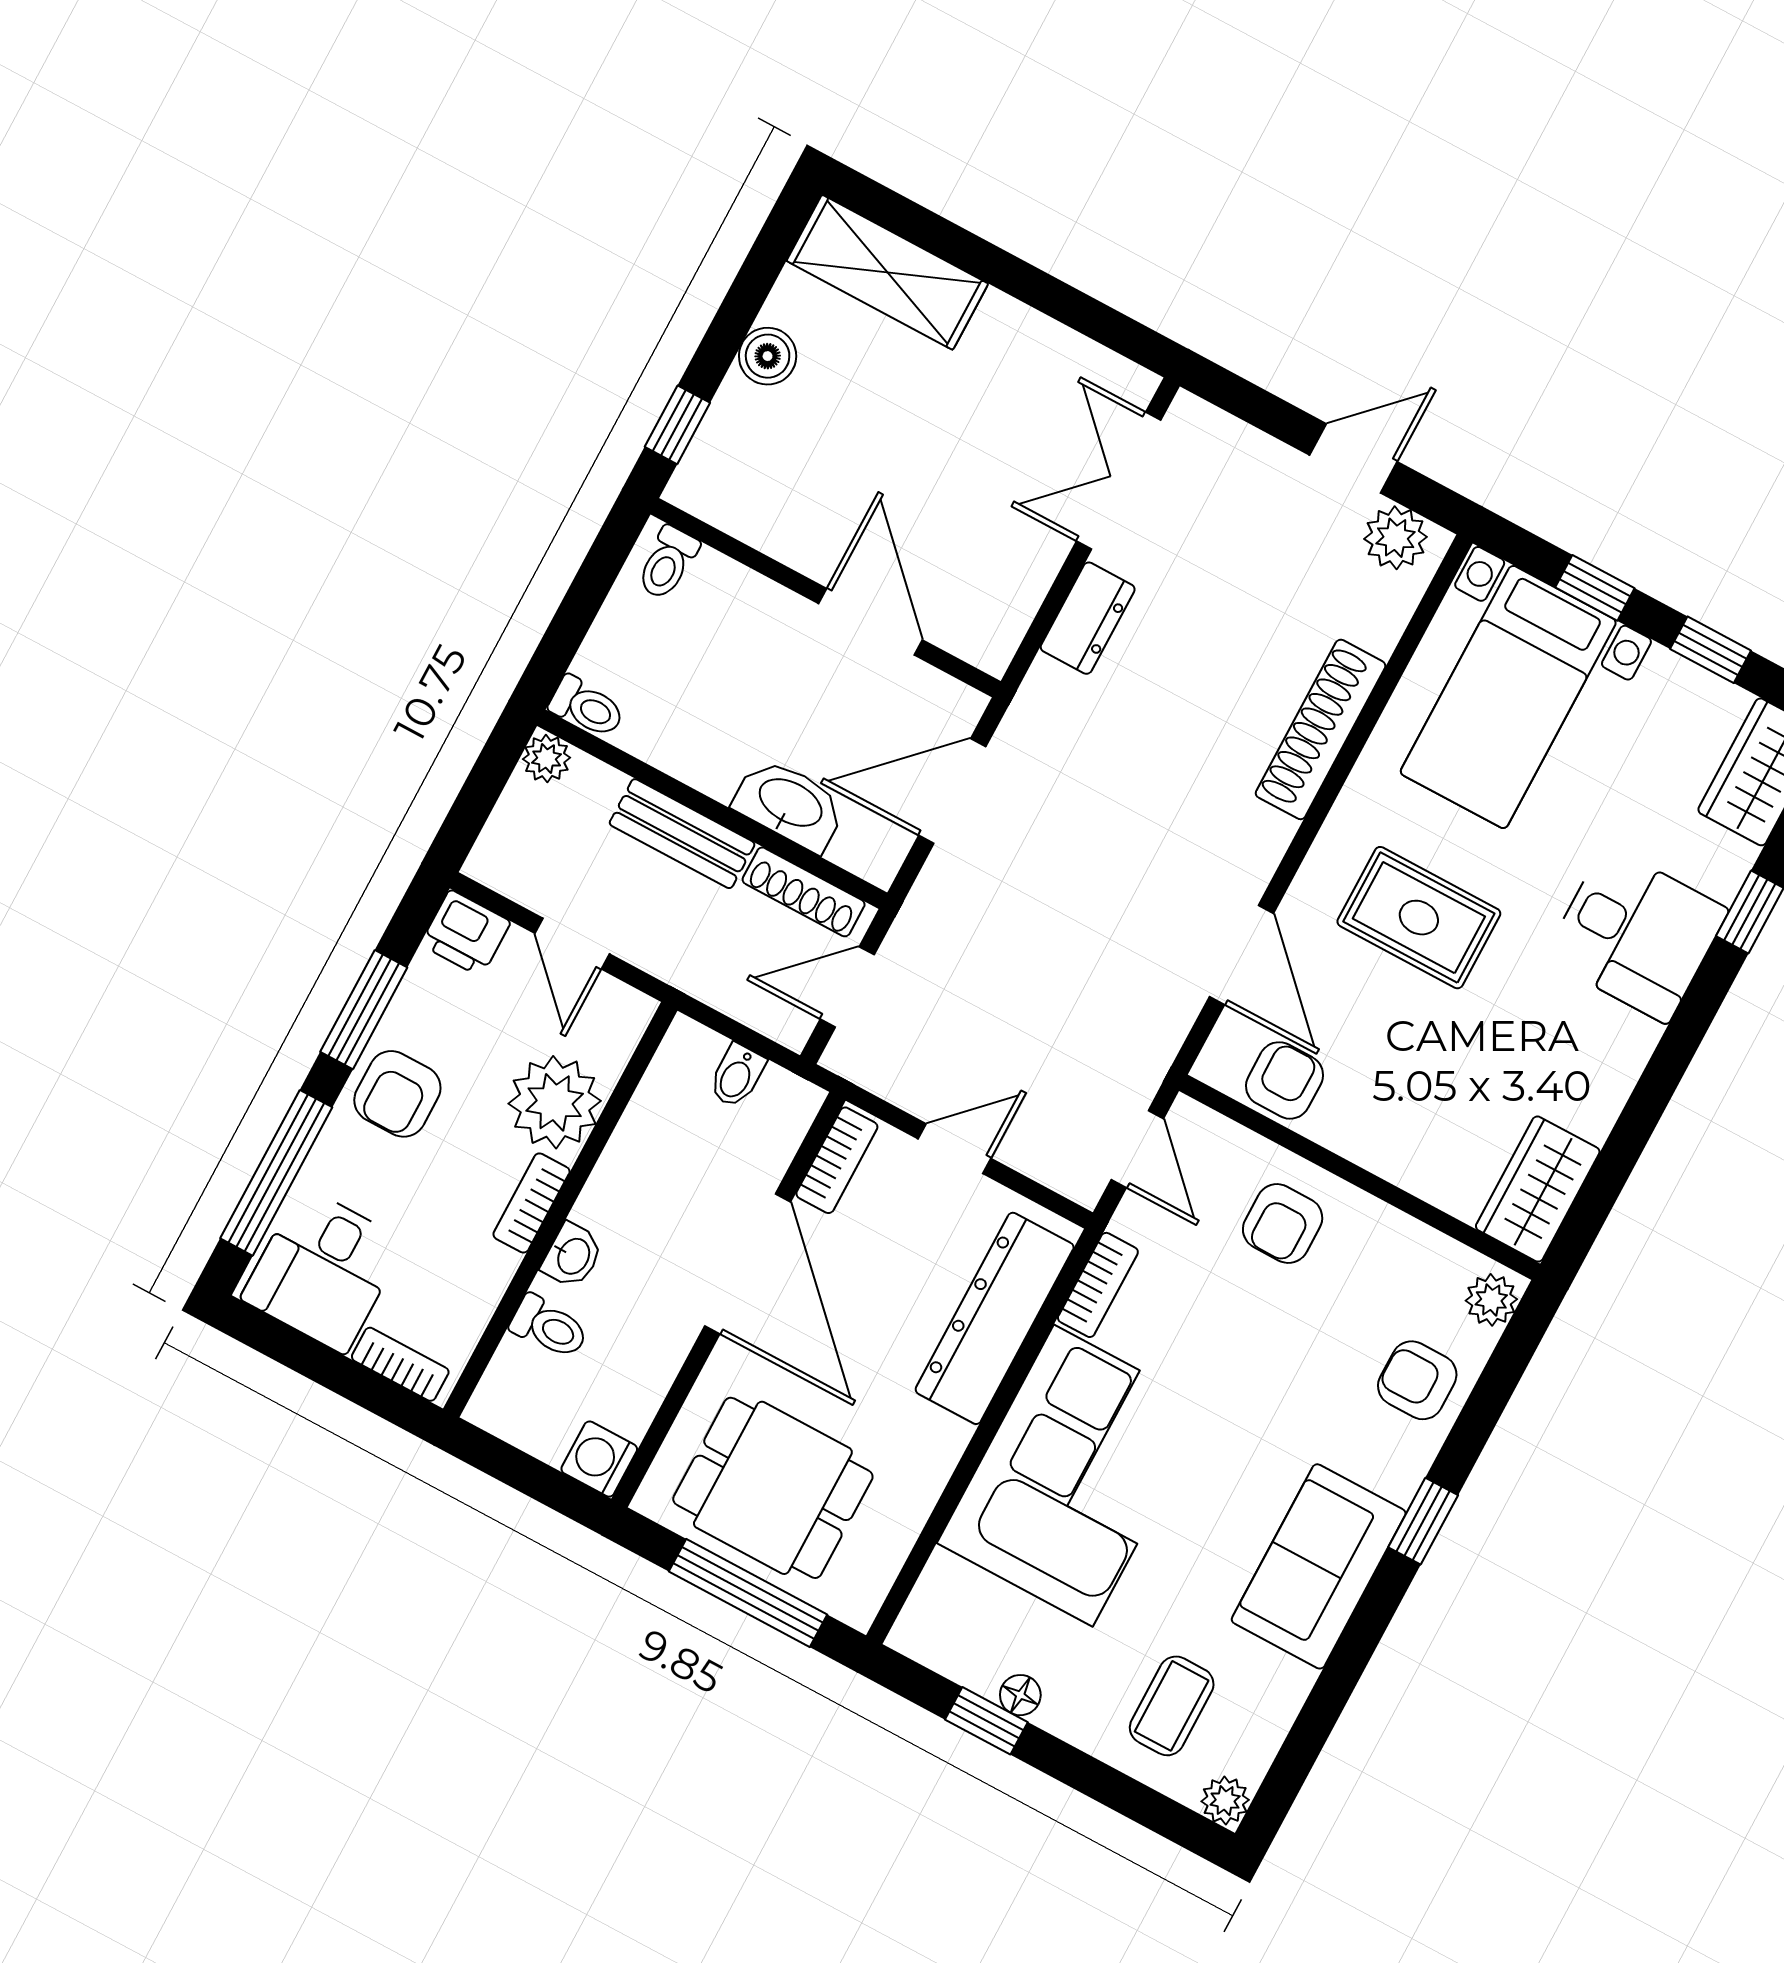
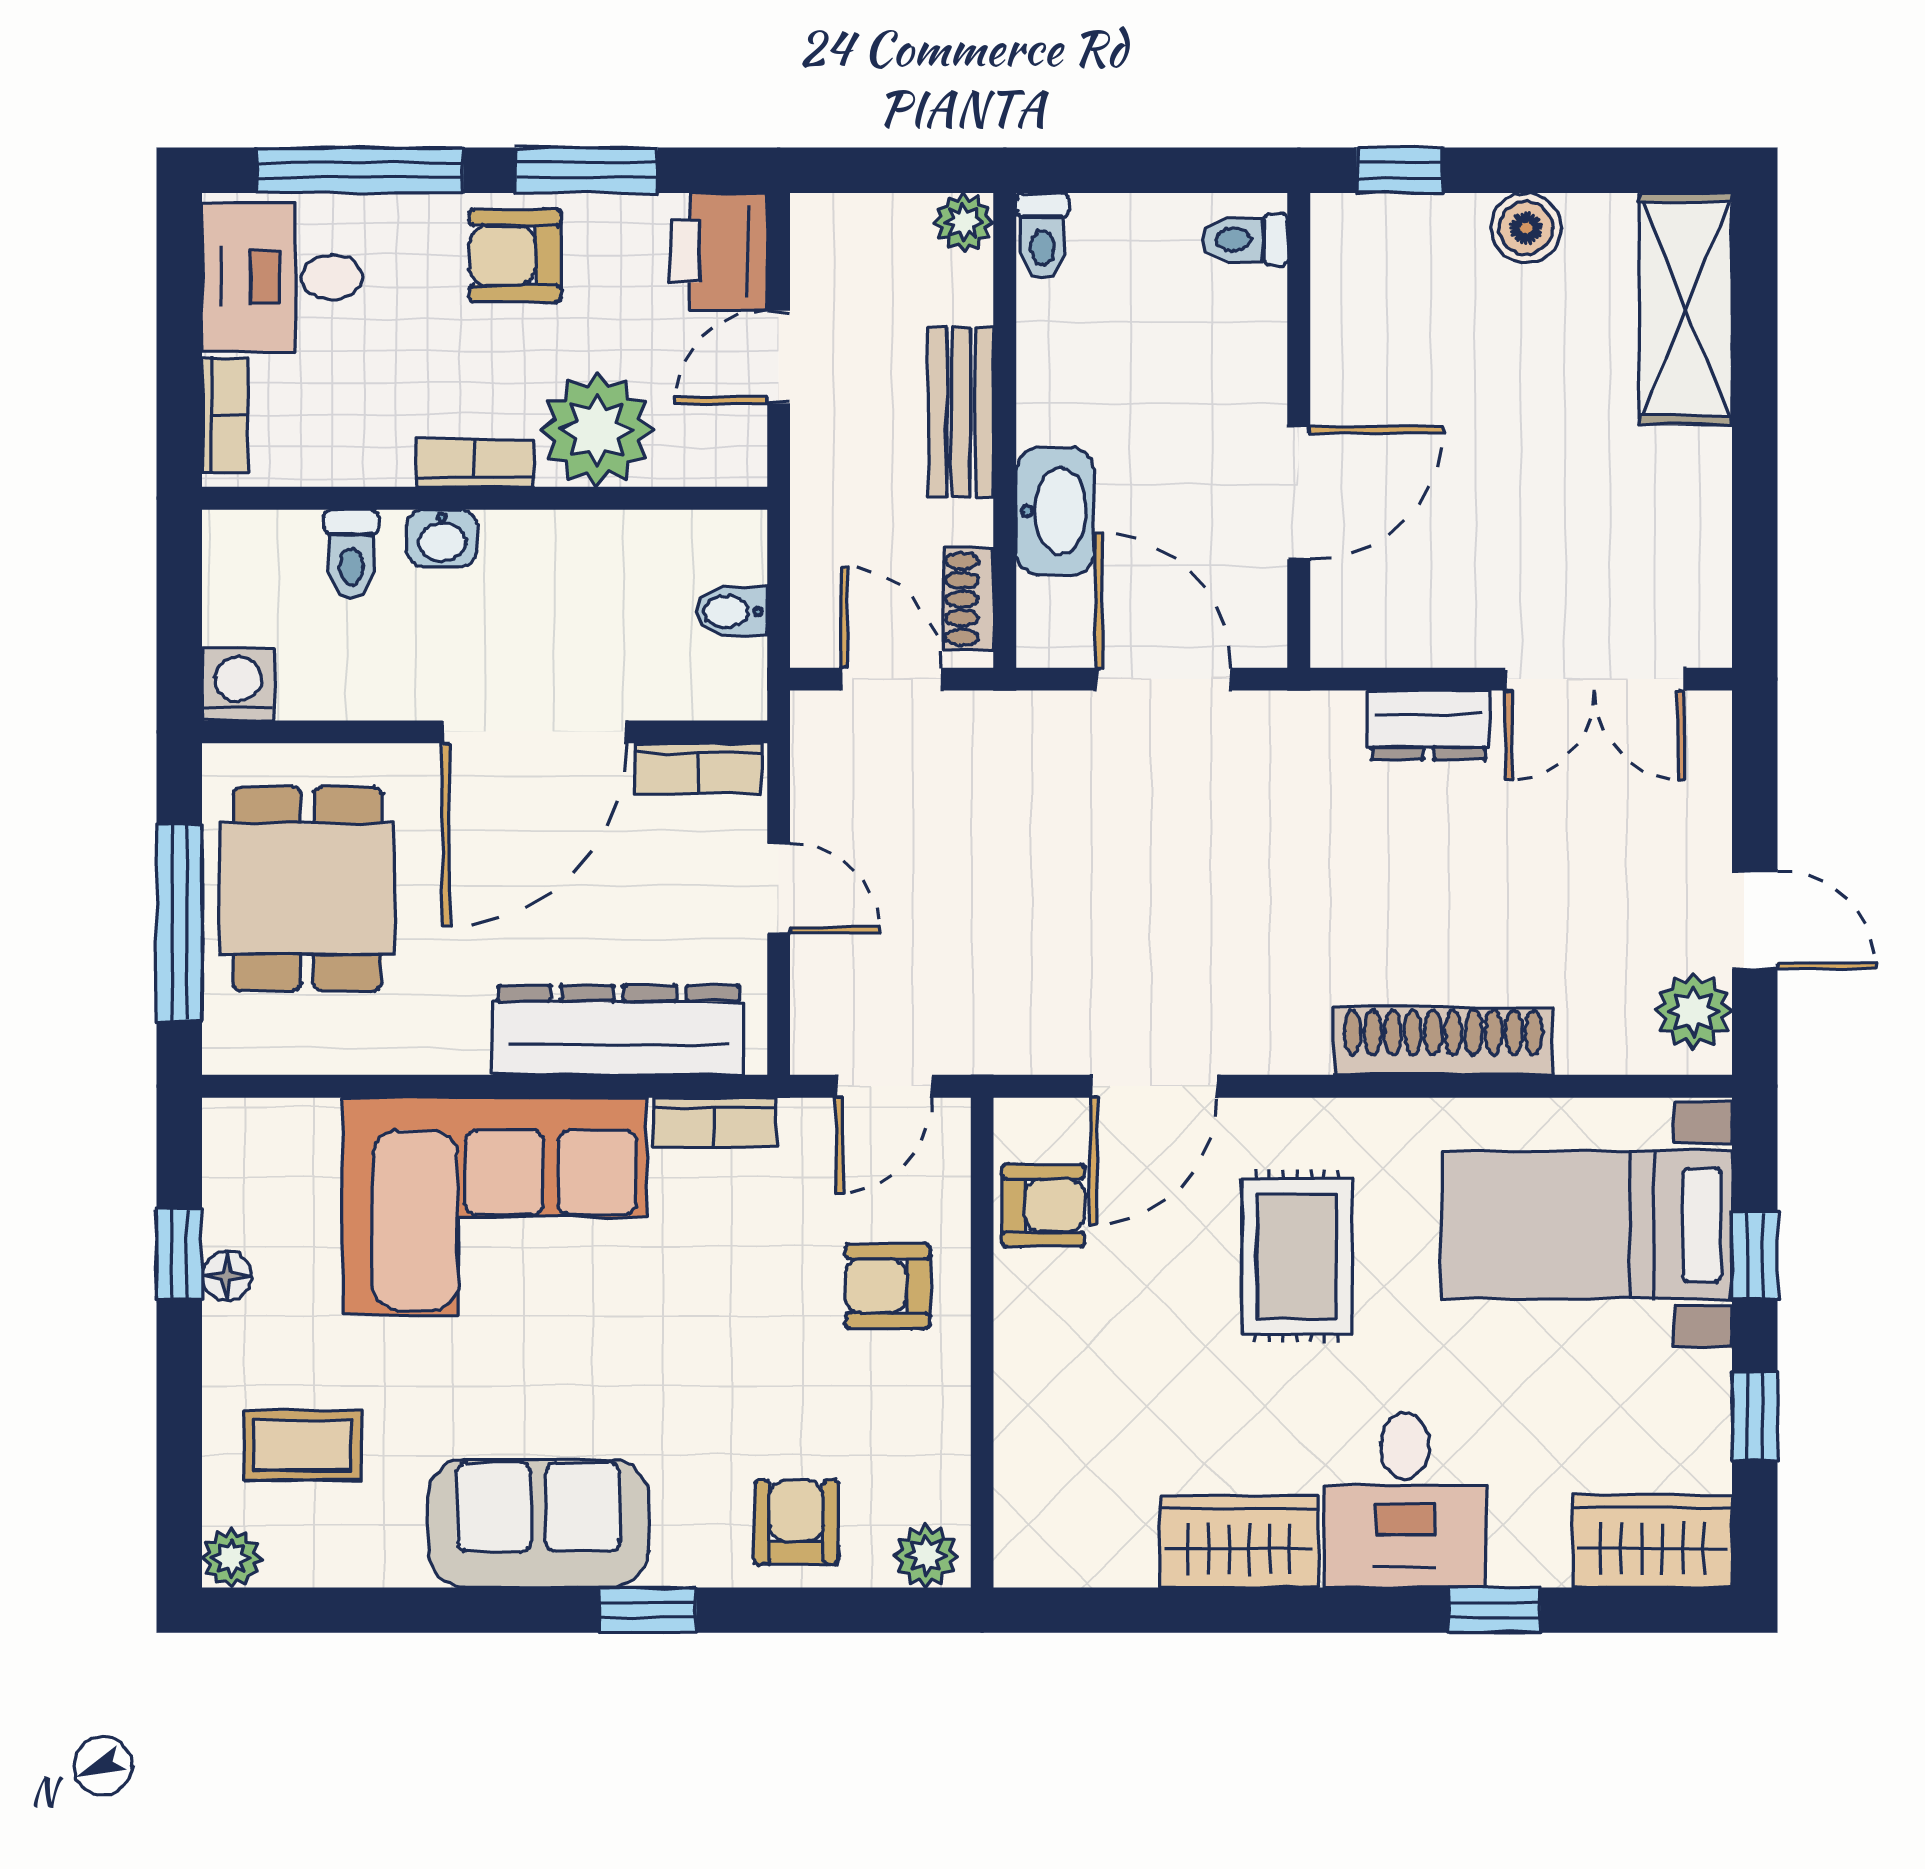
double door: (1119, 481) -> (1595, 679), swing flipped
shoe rack: (804, 892) -> (968, 599), width x0.70
printer: (466, 933) -> (719, 252), width x1.36, depth x1.24
wardrobe: (1538, 1189) -> (1239, 1542), moved

